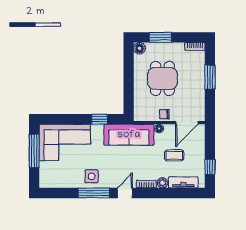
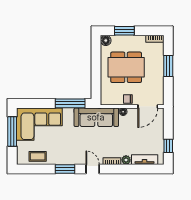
dining table: (162, 78) -> (126, 67), width x1.37
window: (99, 119) -> (70, 103), width x2.17
coffee table: (174, 155) -> (38, 156), moved
side table: (92, 176) -> (63, 154), removed
window: (94, 193) -> (65, 169), width x0.69
door: (125, 193) -> (93, 169), hinge flipped

